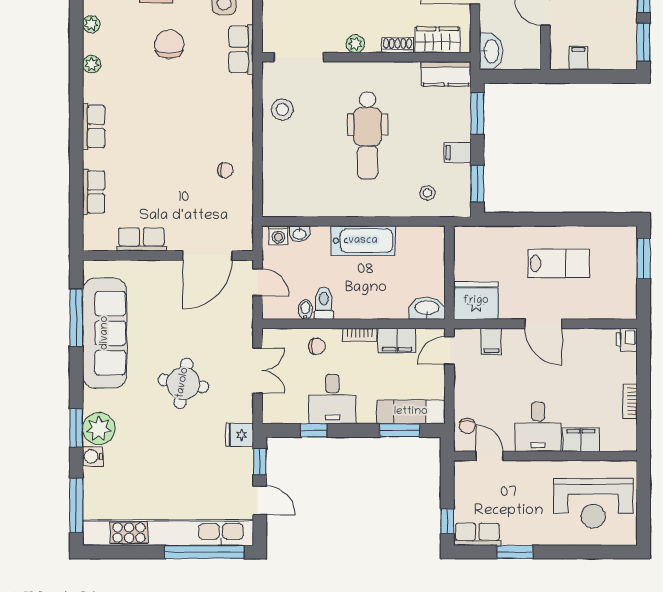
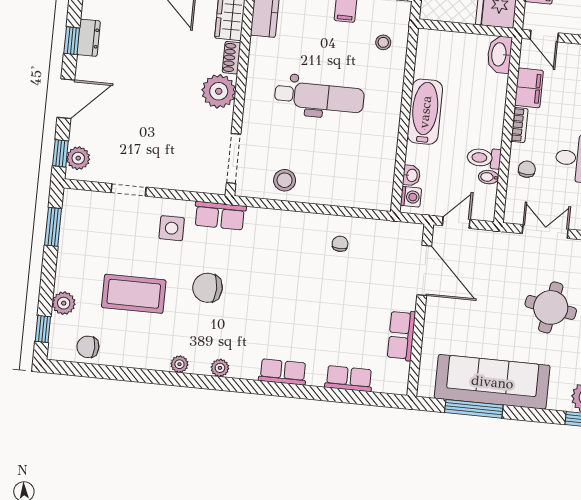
plant: (355, 44) -> (219, 91), width x1.87, depth x1.87

